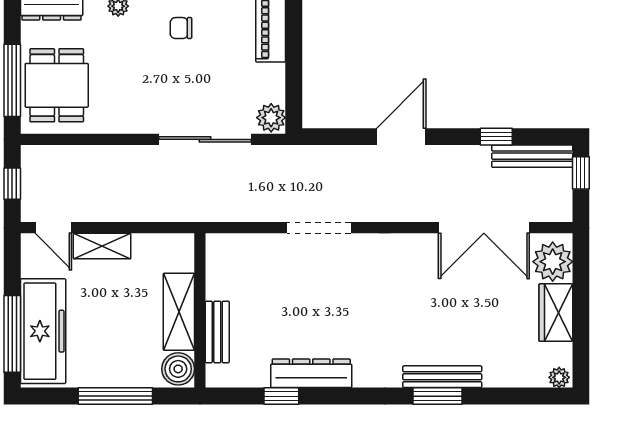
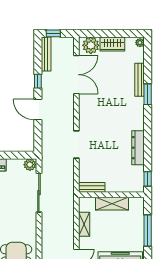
window: (496, 137) -> (38, 81), moved
shelving: (102, 246) -> (84, 224), moved
bench: (217, 332) -> (92, 187), moved
boiler: (178, 369) -> (136, 204), removed
bench: (442, 377) -> (140, 80), moved
window: (281, 396) -> (148, 179), moved

